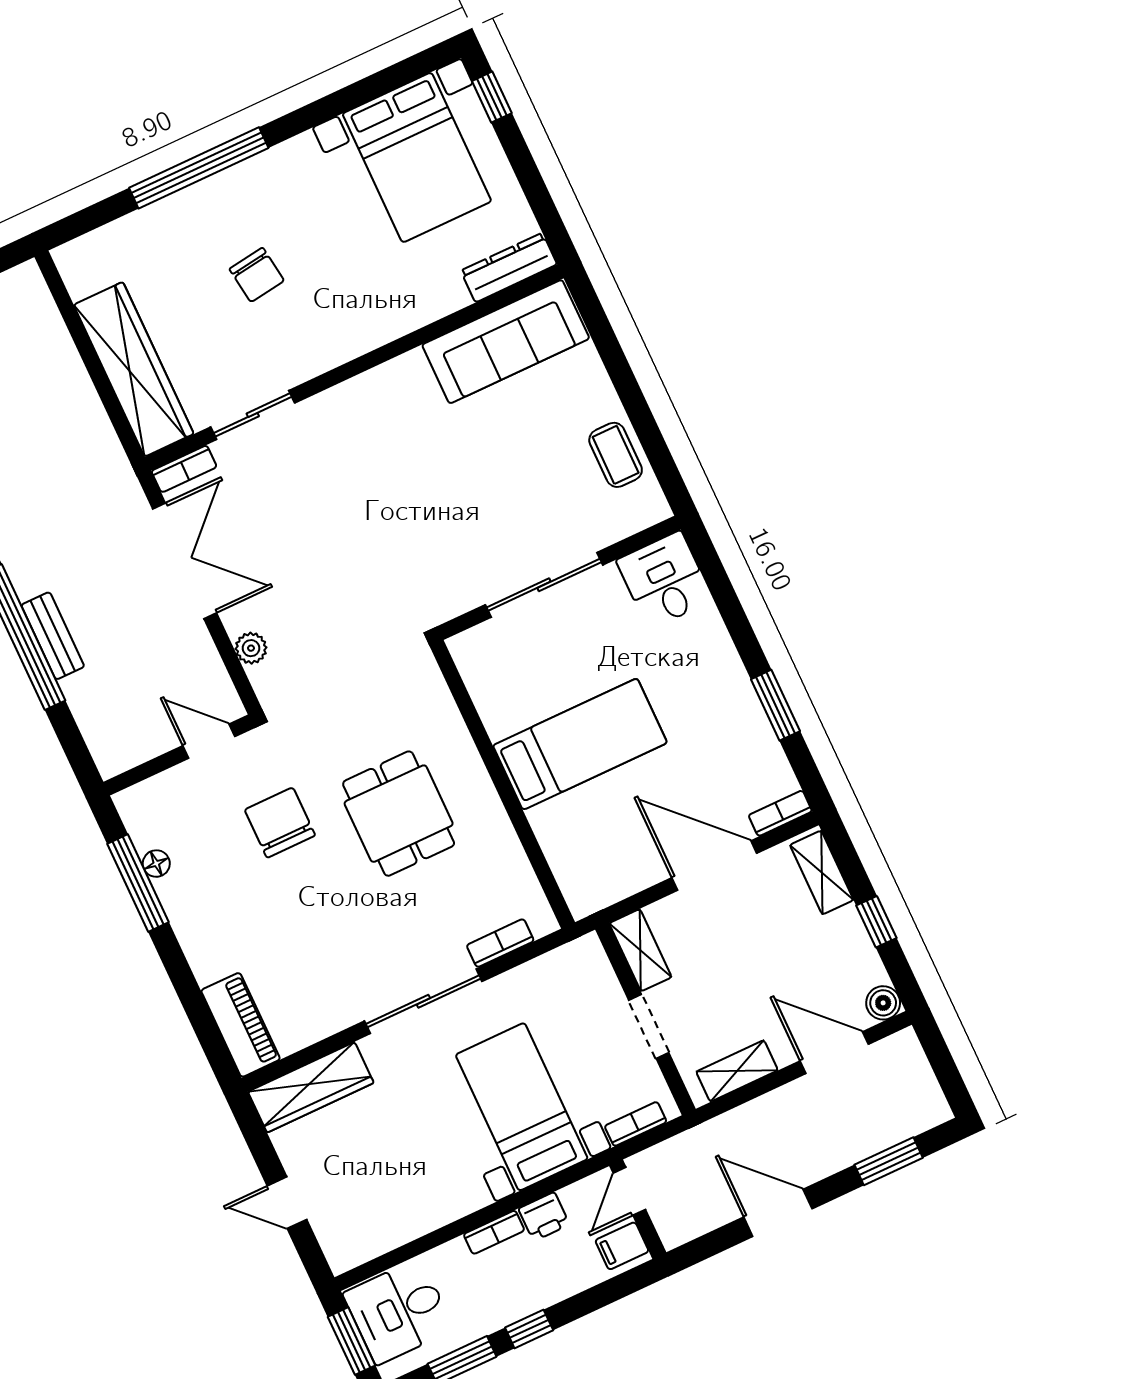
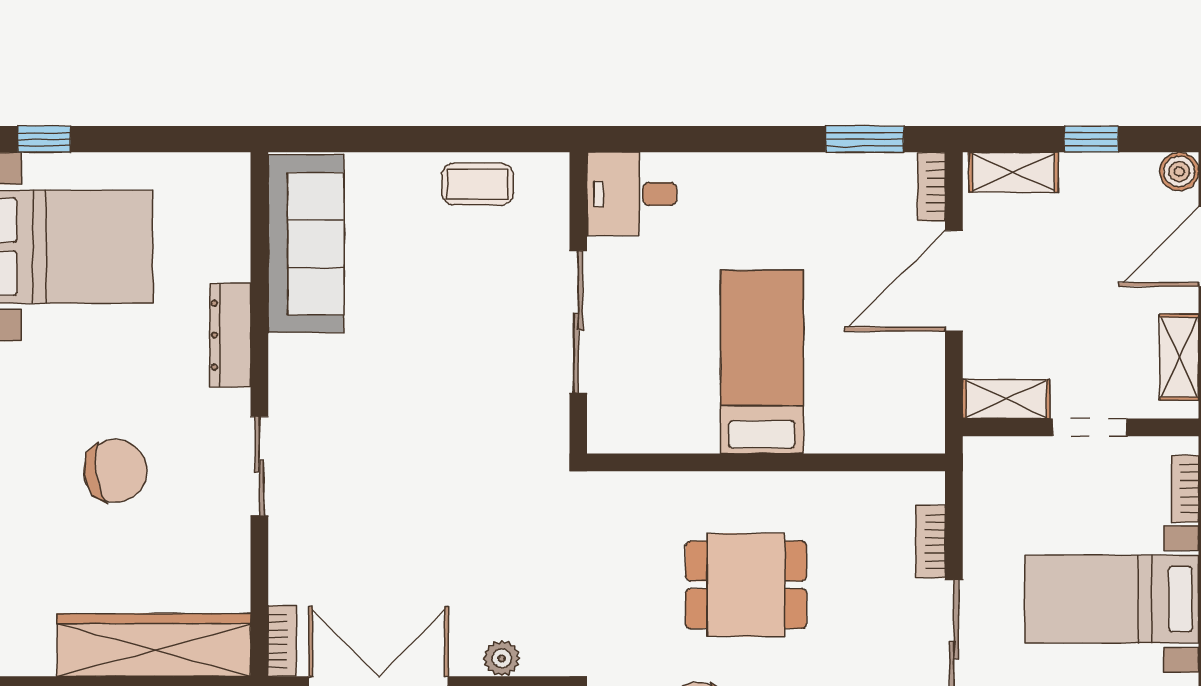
dresser: (509, 268) -> (230, 335), moved
chair: (257, 275) -> (115, 471), width x1.37, depth x1.37
sliding door: (253, 415) -> (259, 466), moved
window: (775, 705) -> (865, 139), moved

